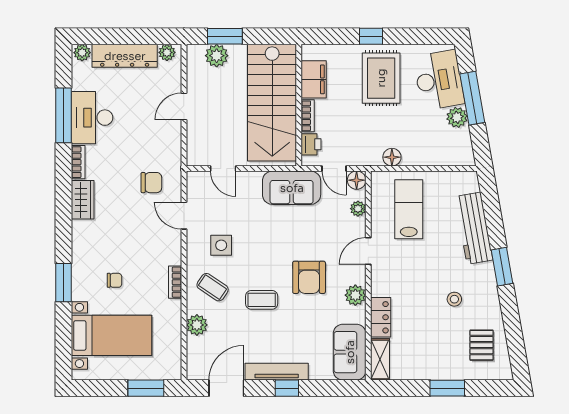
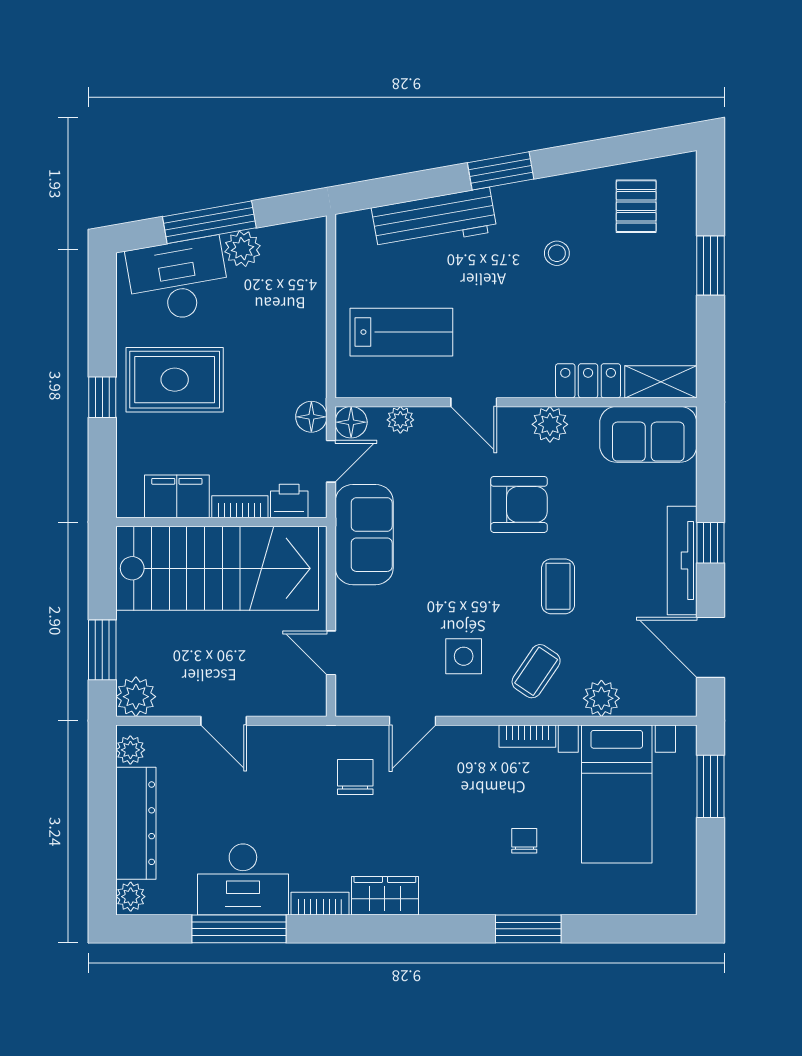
plant: (217, 56) -> (136, 697), moved
floor lamp: (392, 157) -> (311, 417), moved
door: (223, 169) -> (331, 653), swing flipped
lab bench: (409, 209) -> (401, 332), turned 180
bed with nightstands: (111, 335) -> (617, 794), moved, turned 180
pallet: (482, 345) -> (636, 206), turned 90

